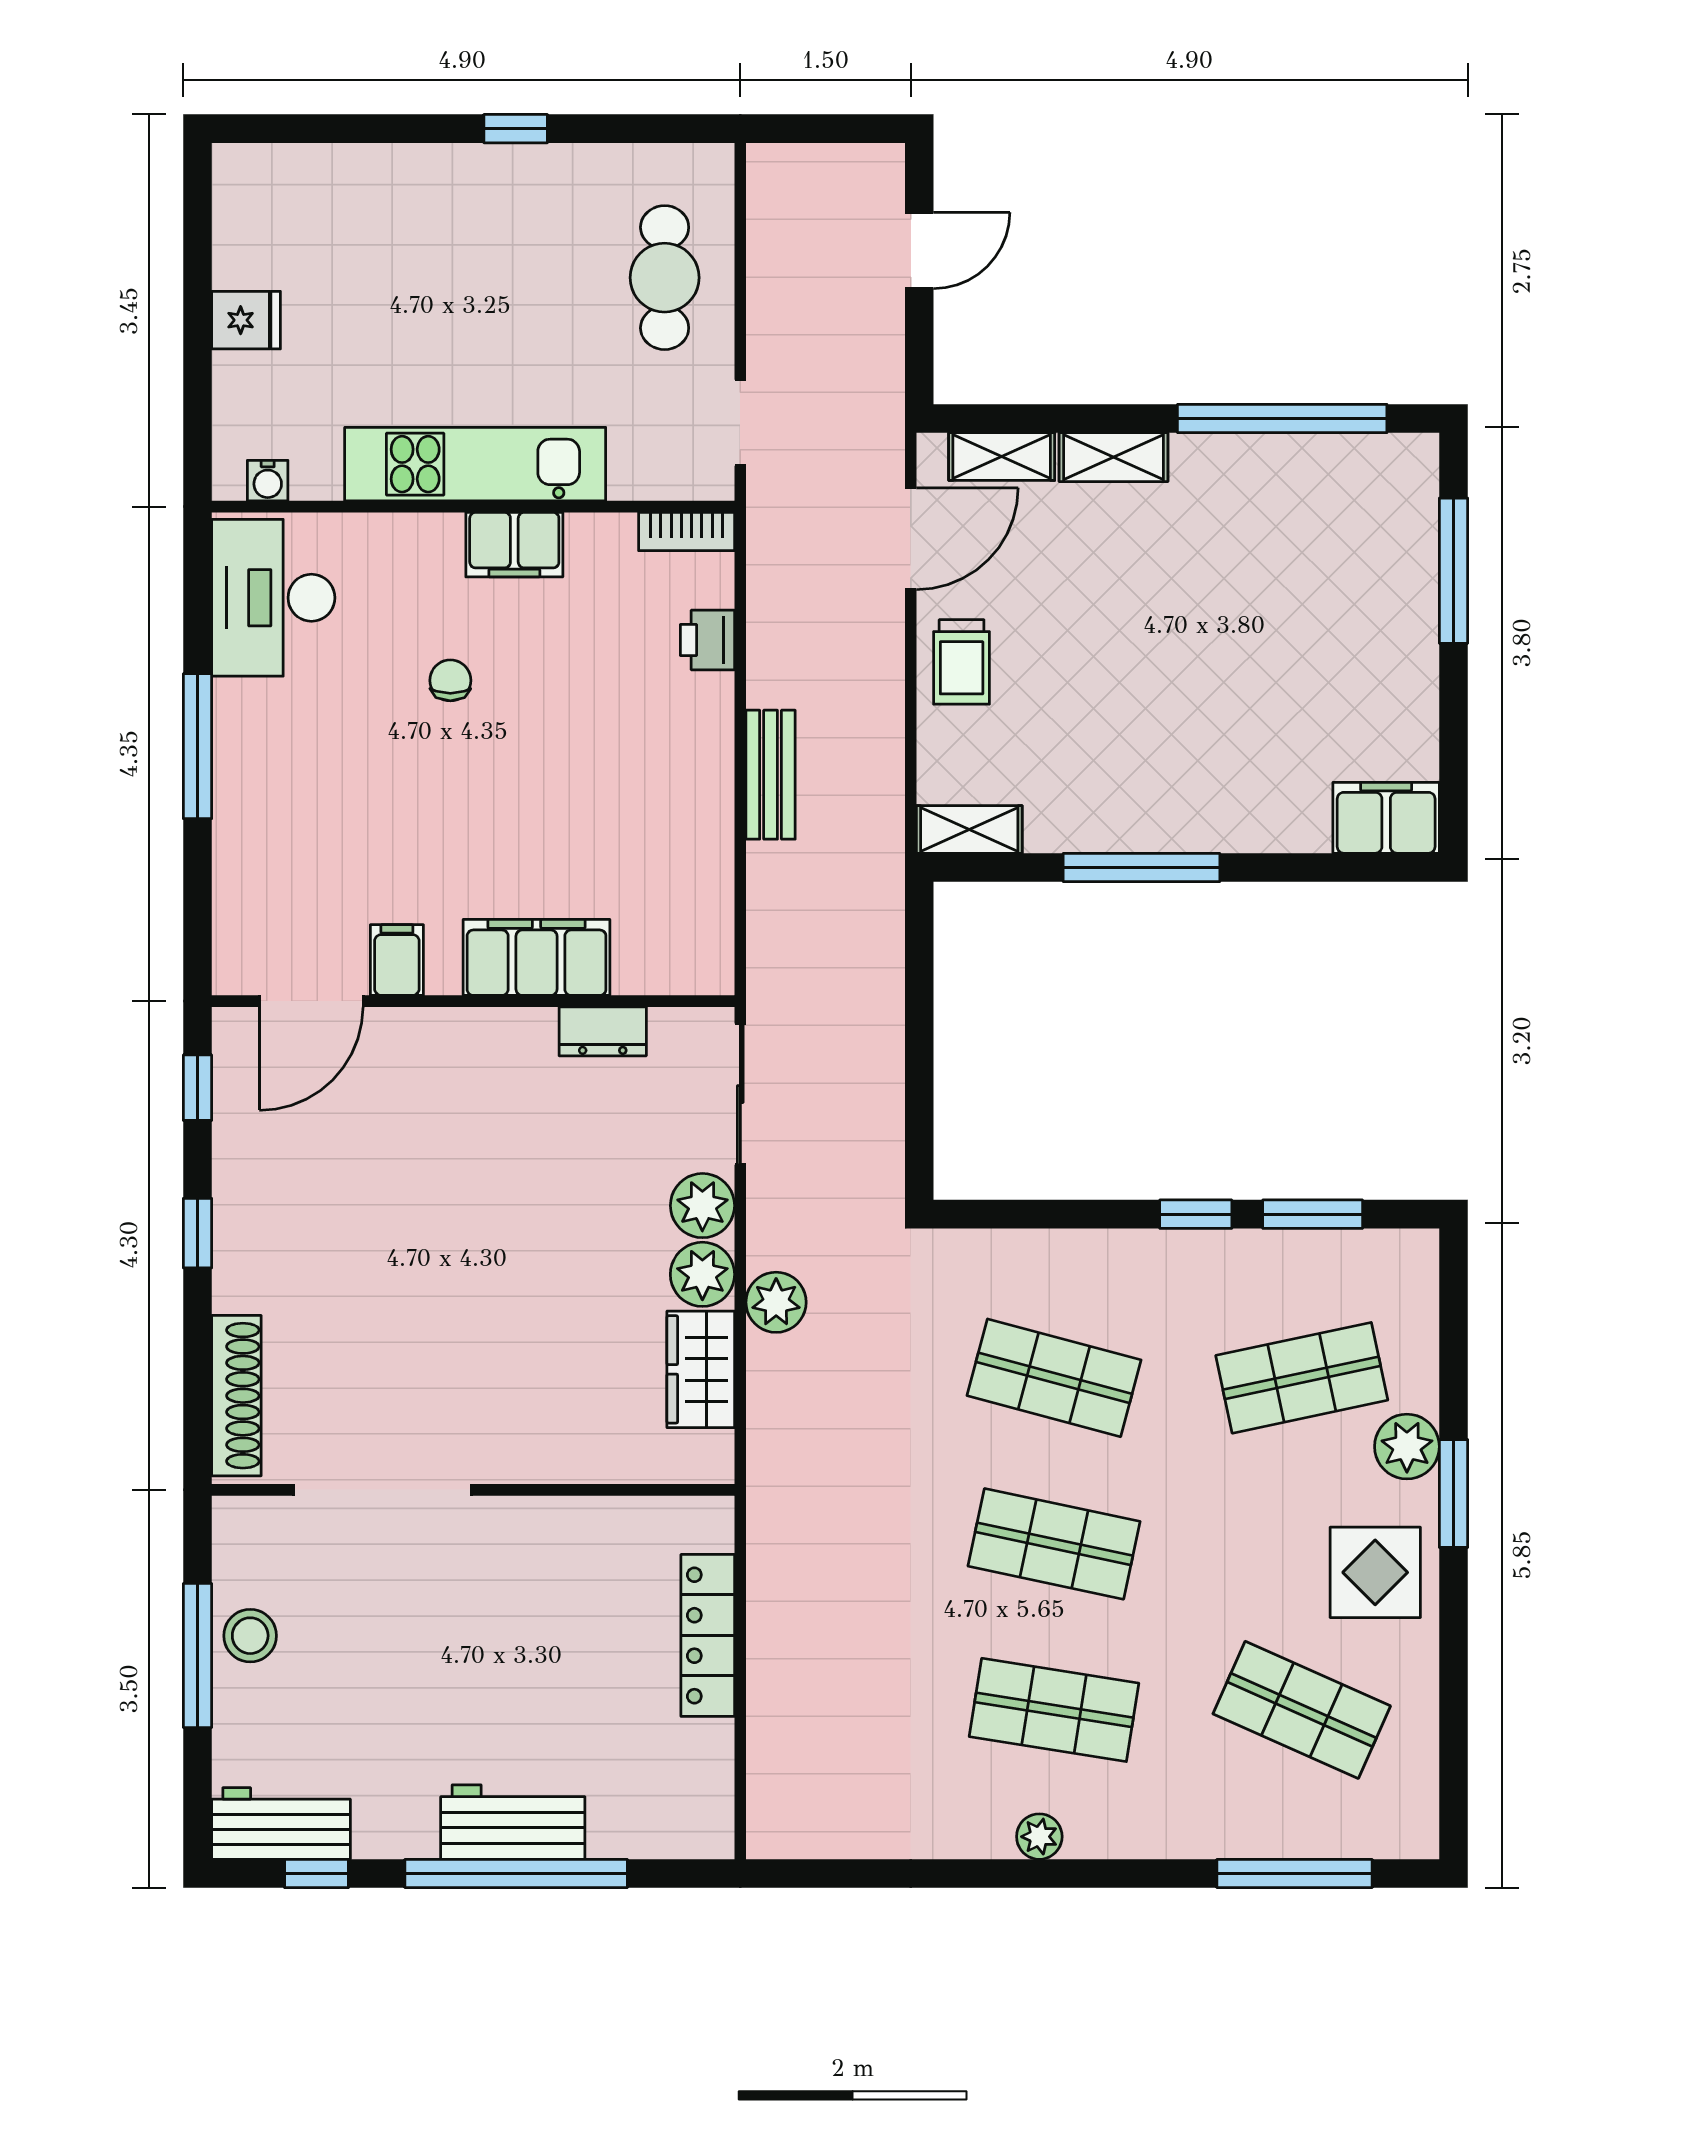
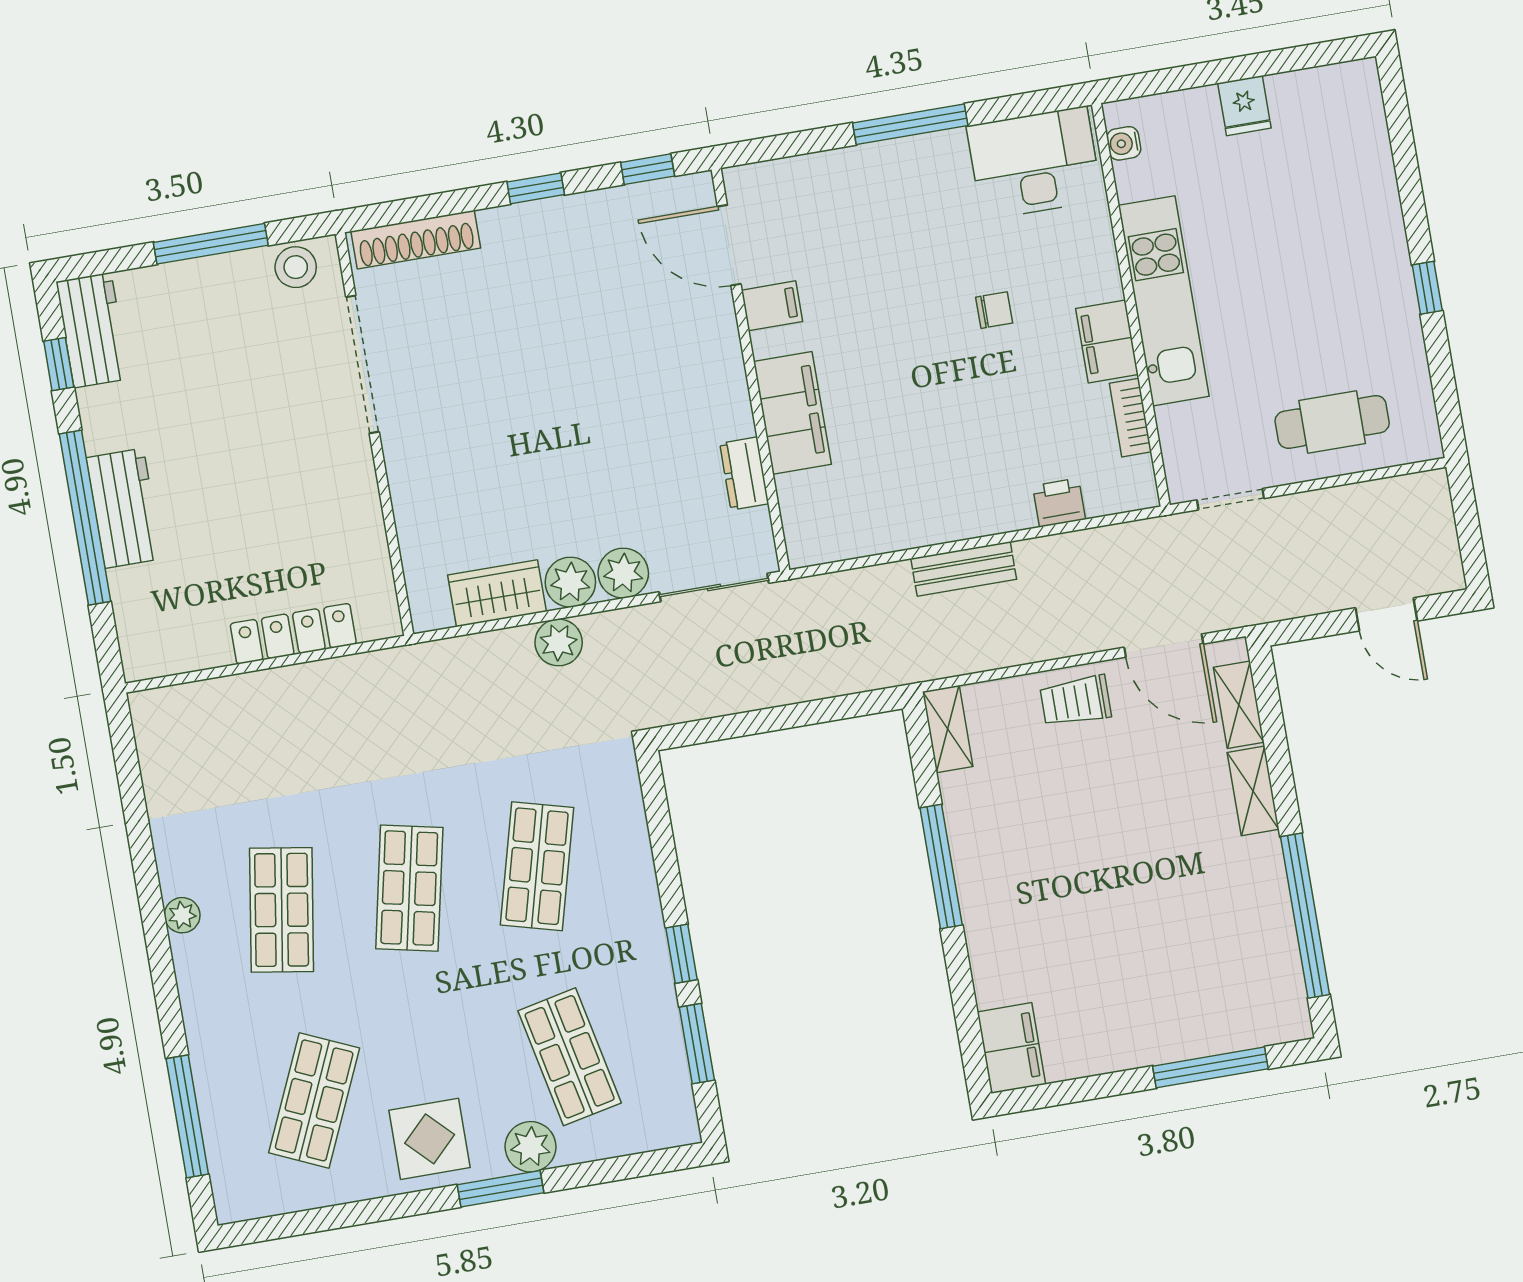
bookcase: (687, 531) -> (1130, 418), moved
stool: (250, 1636) -> (296, 267), moved

